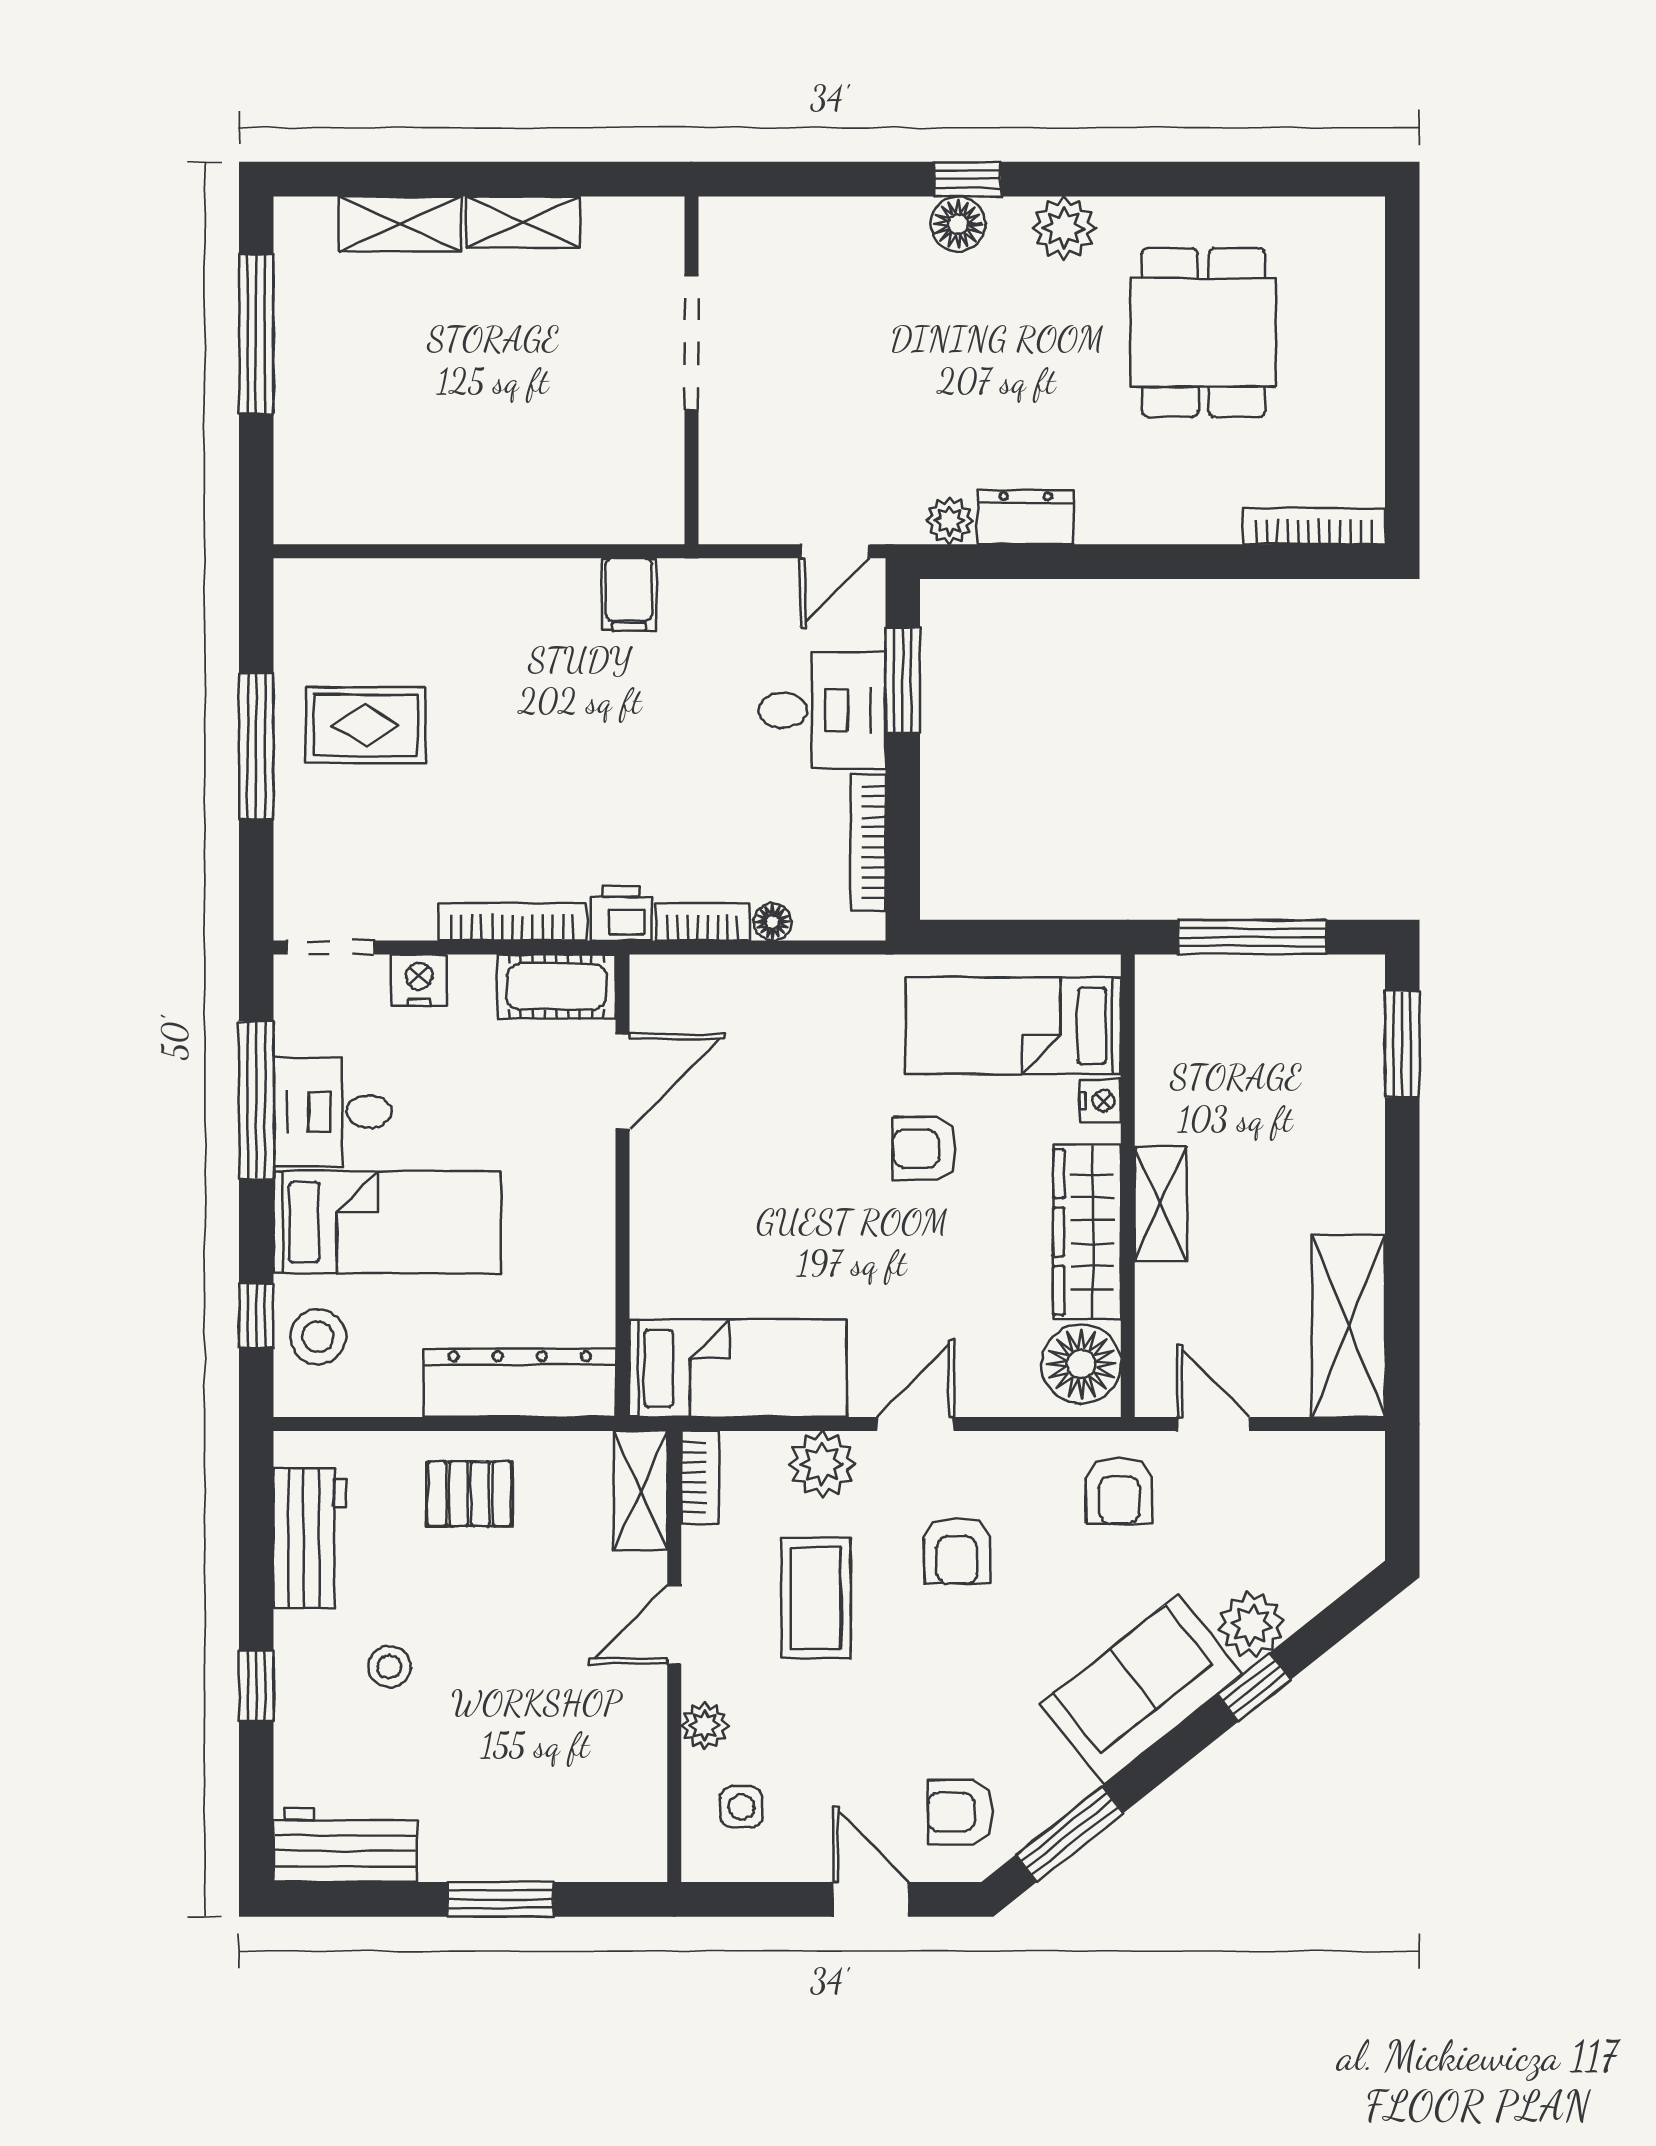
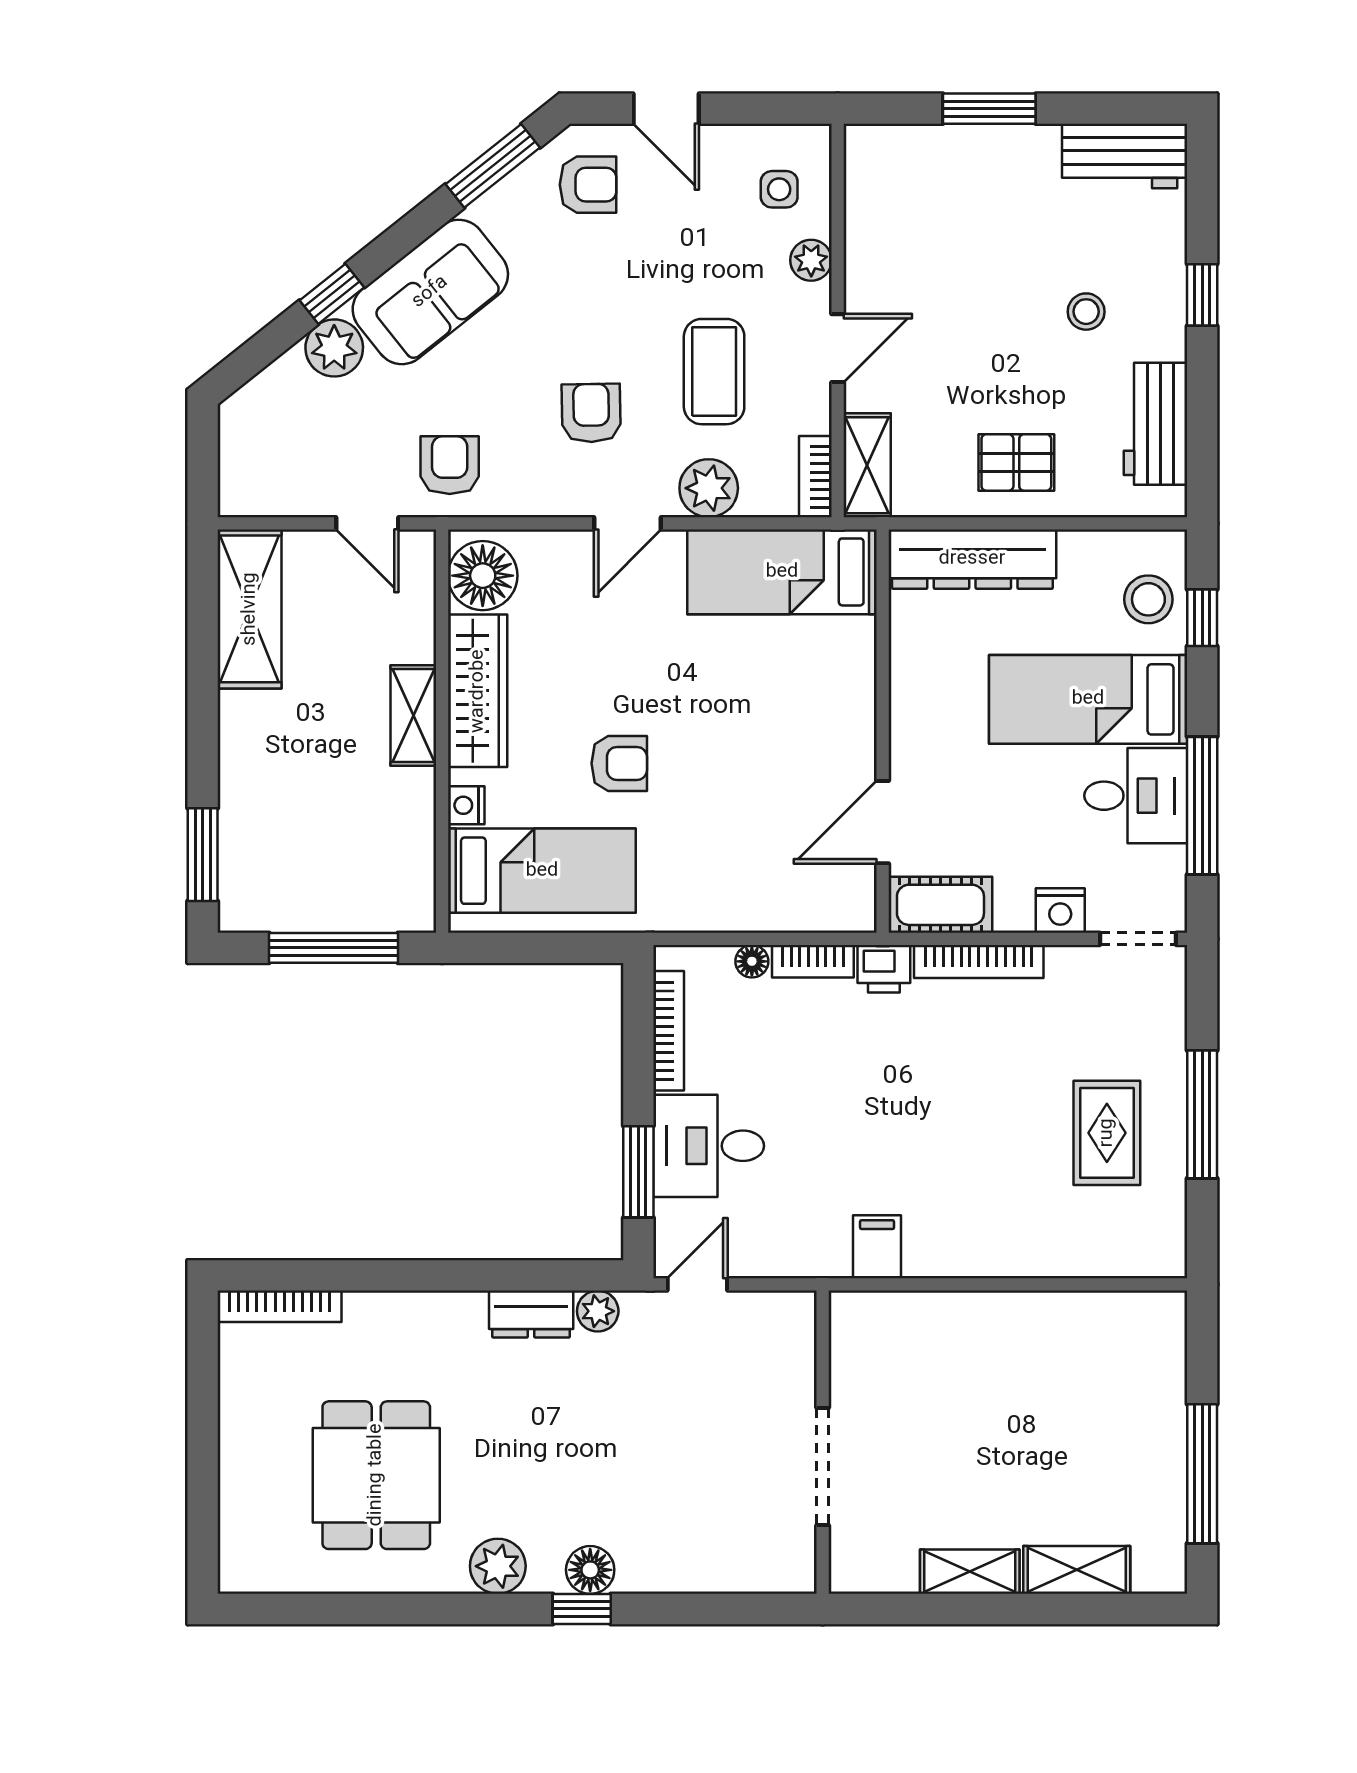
rug: (365, 725) -> (1107, 1133), turned 90

